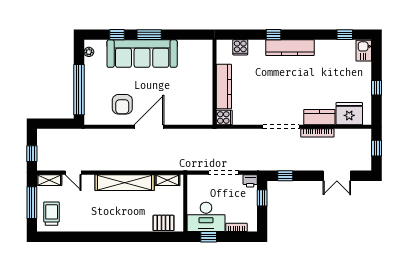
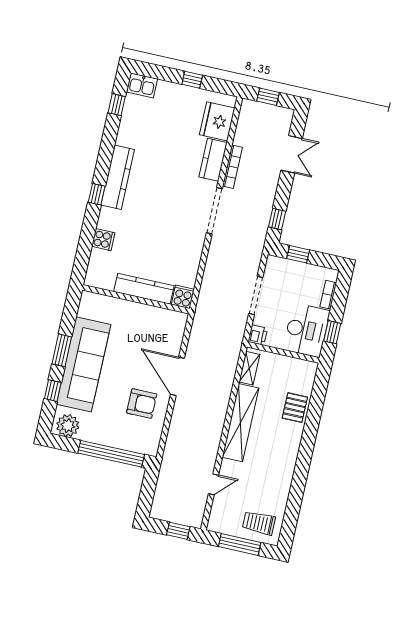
plant: (89, 52) -> (68, 426), width x1.87, depth x1.87
wall: (214, 82) -> (136, 299), moved
kitchen counter: (224, 87) -> (144, 289), moved
cooker: (224, 117) -> (183, 297), moved
shelving: (49, 180) -> (216, 516), removed
printer: (250, 181) -> (258, 335), moved
pallet: (163, 223) -> (295, 408), moved

